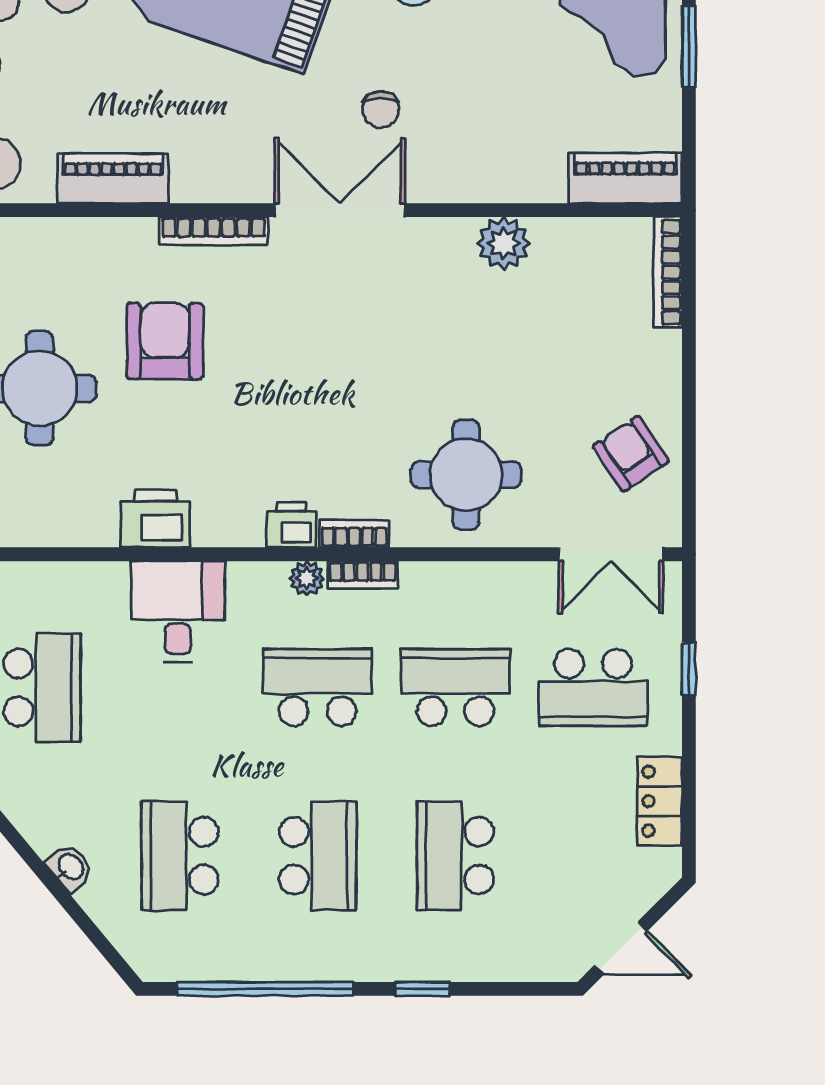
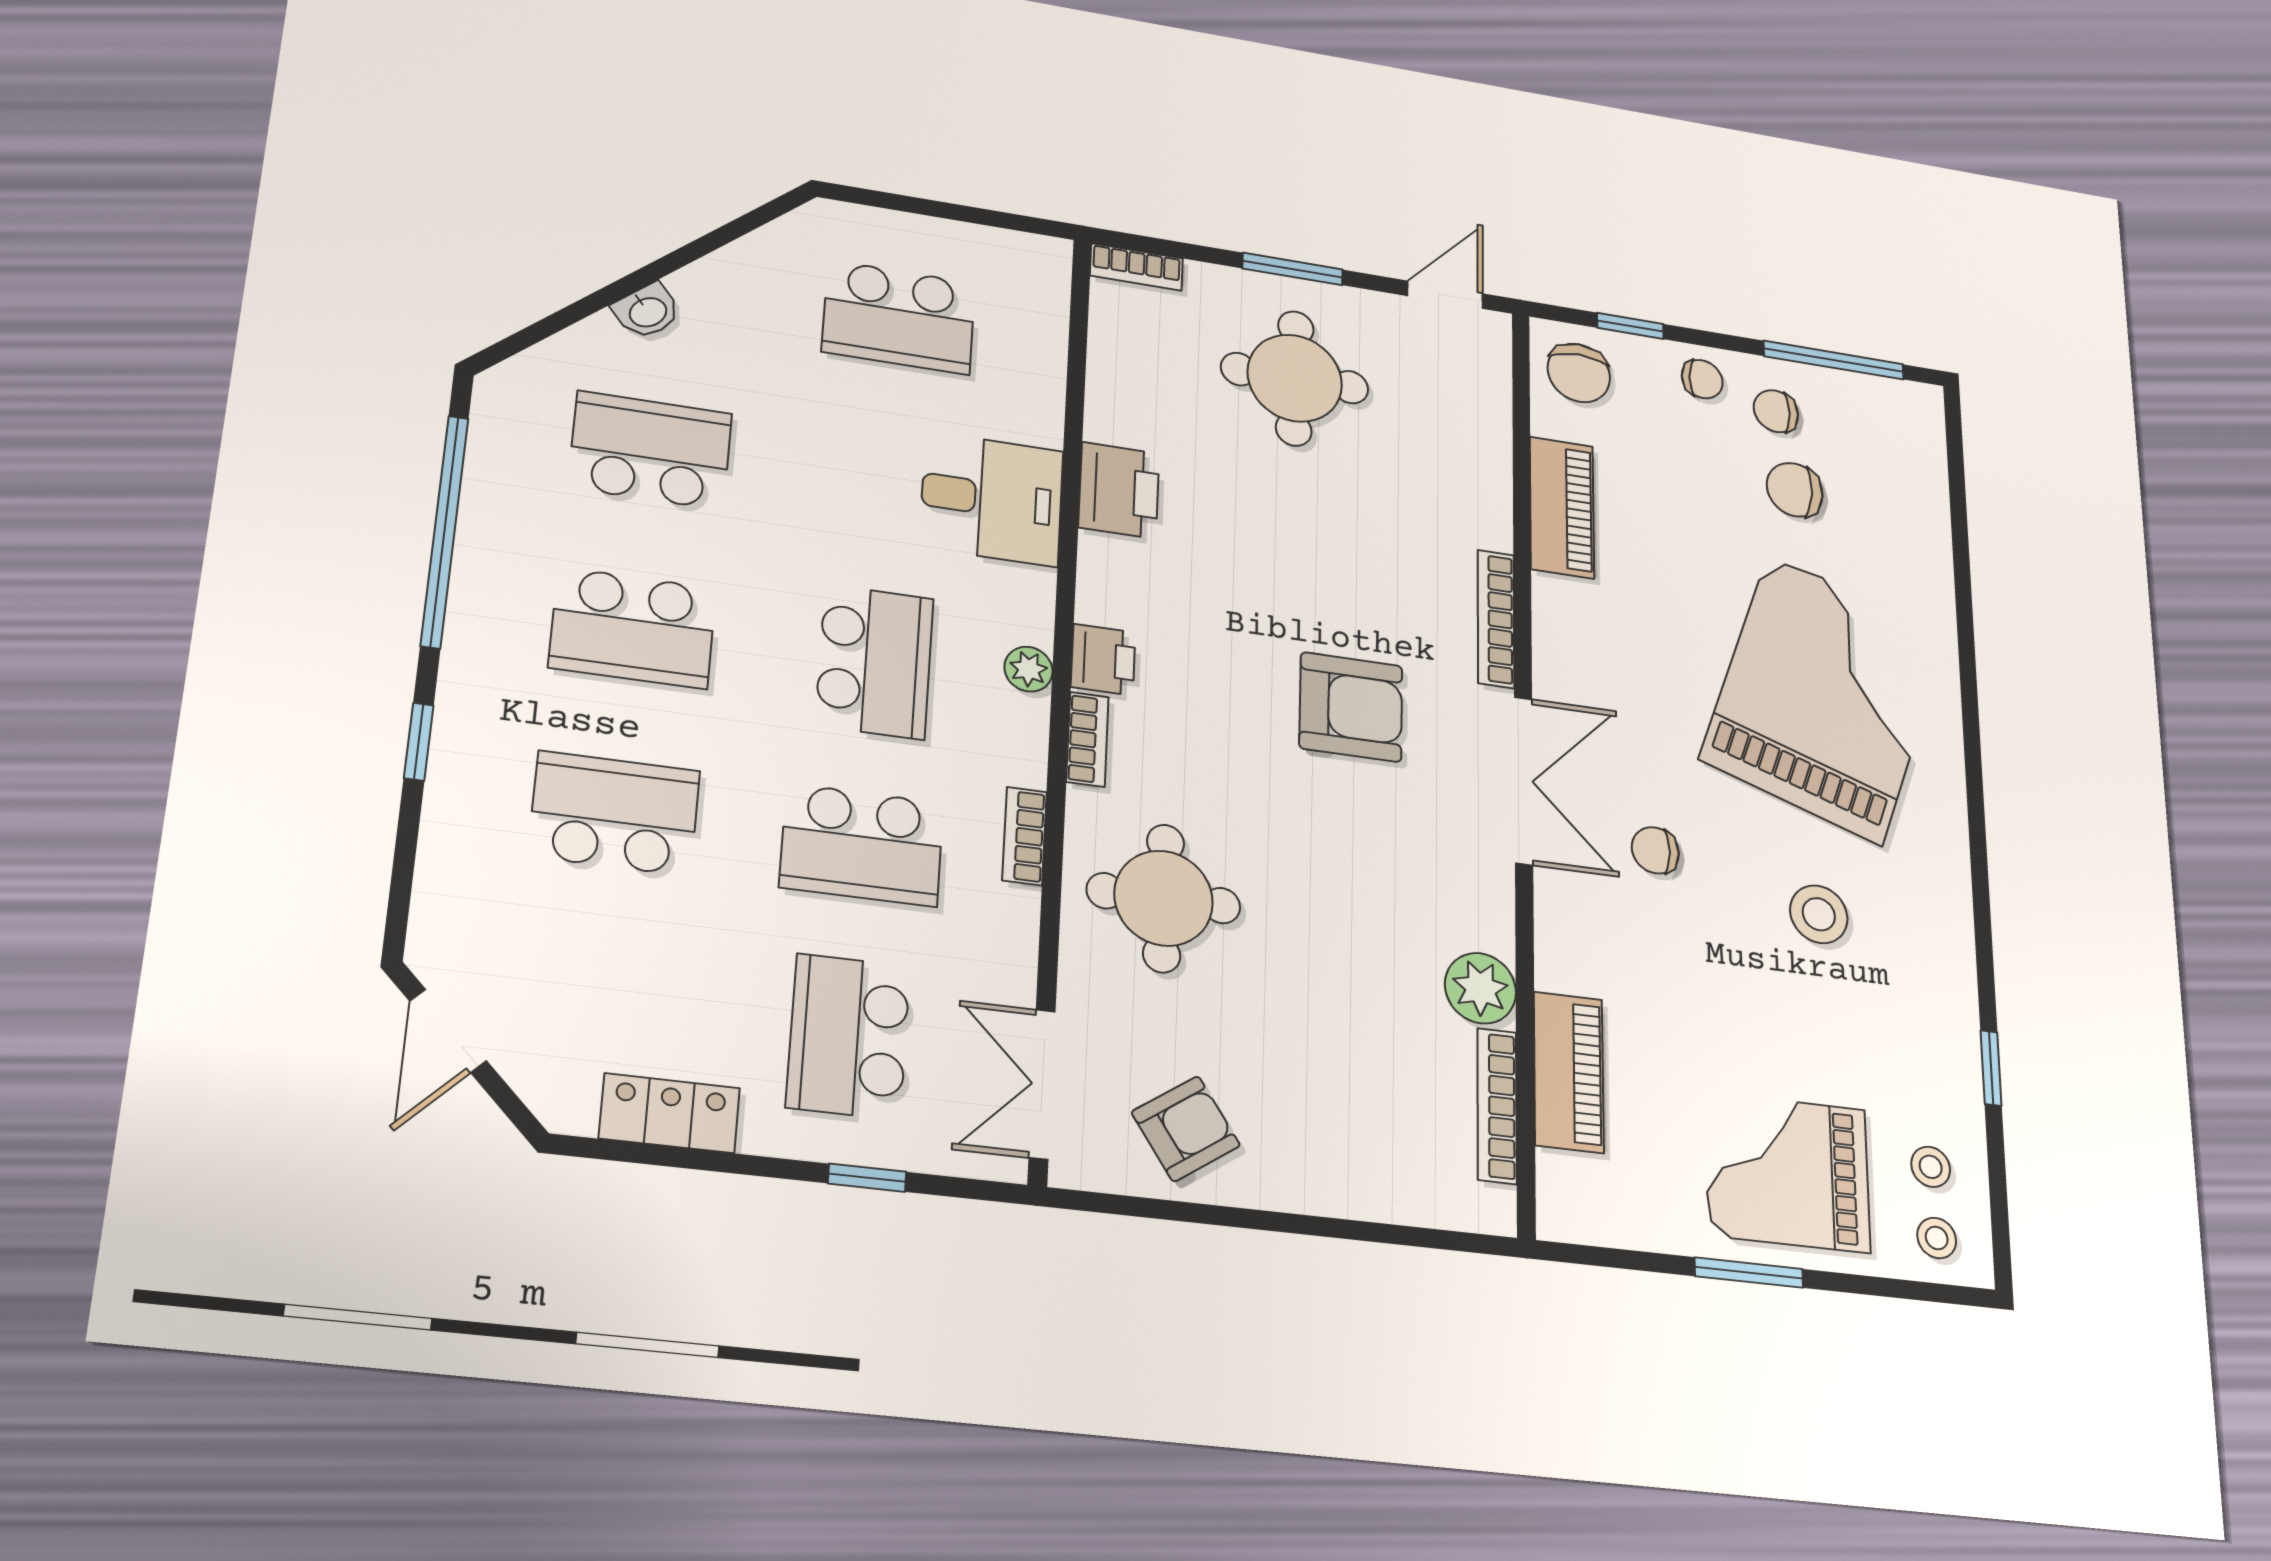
piano: (625, 178) -> (1569, 1072), moved
bookcase: (668, 272) -> (1497, 1106), moved, turned -90
armchair: (165, 341) -> (1351, 707), moved
bookcase: (363, 575) -> (1024, 836), moved
school desk: (455, 687) -> (862, 845), turned 90

